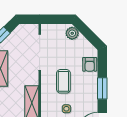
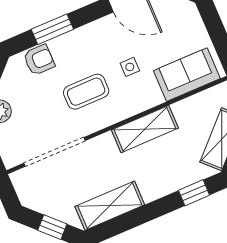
window: (102, 88) -> (52, 29), moved

